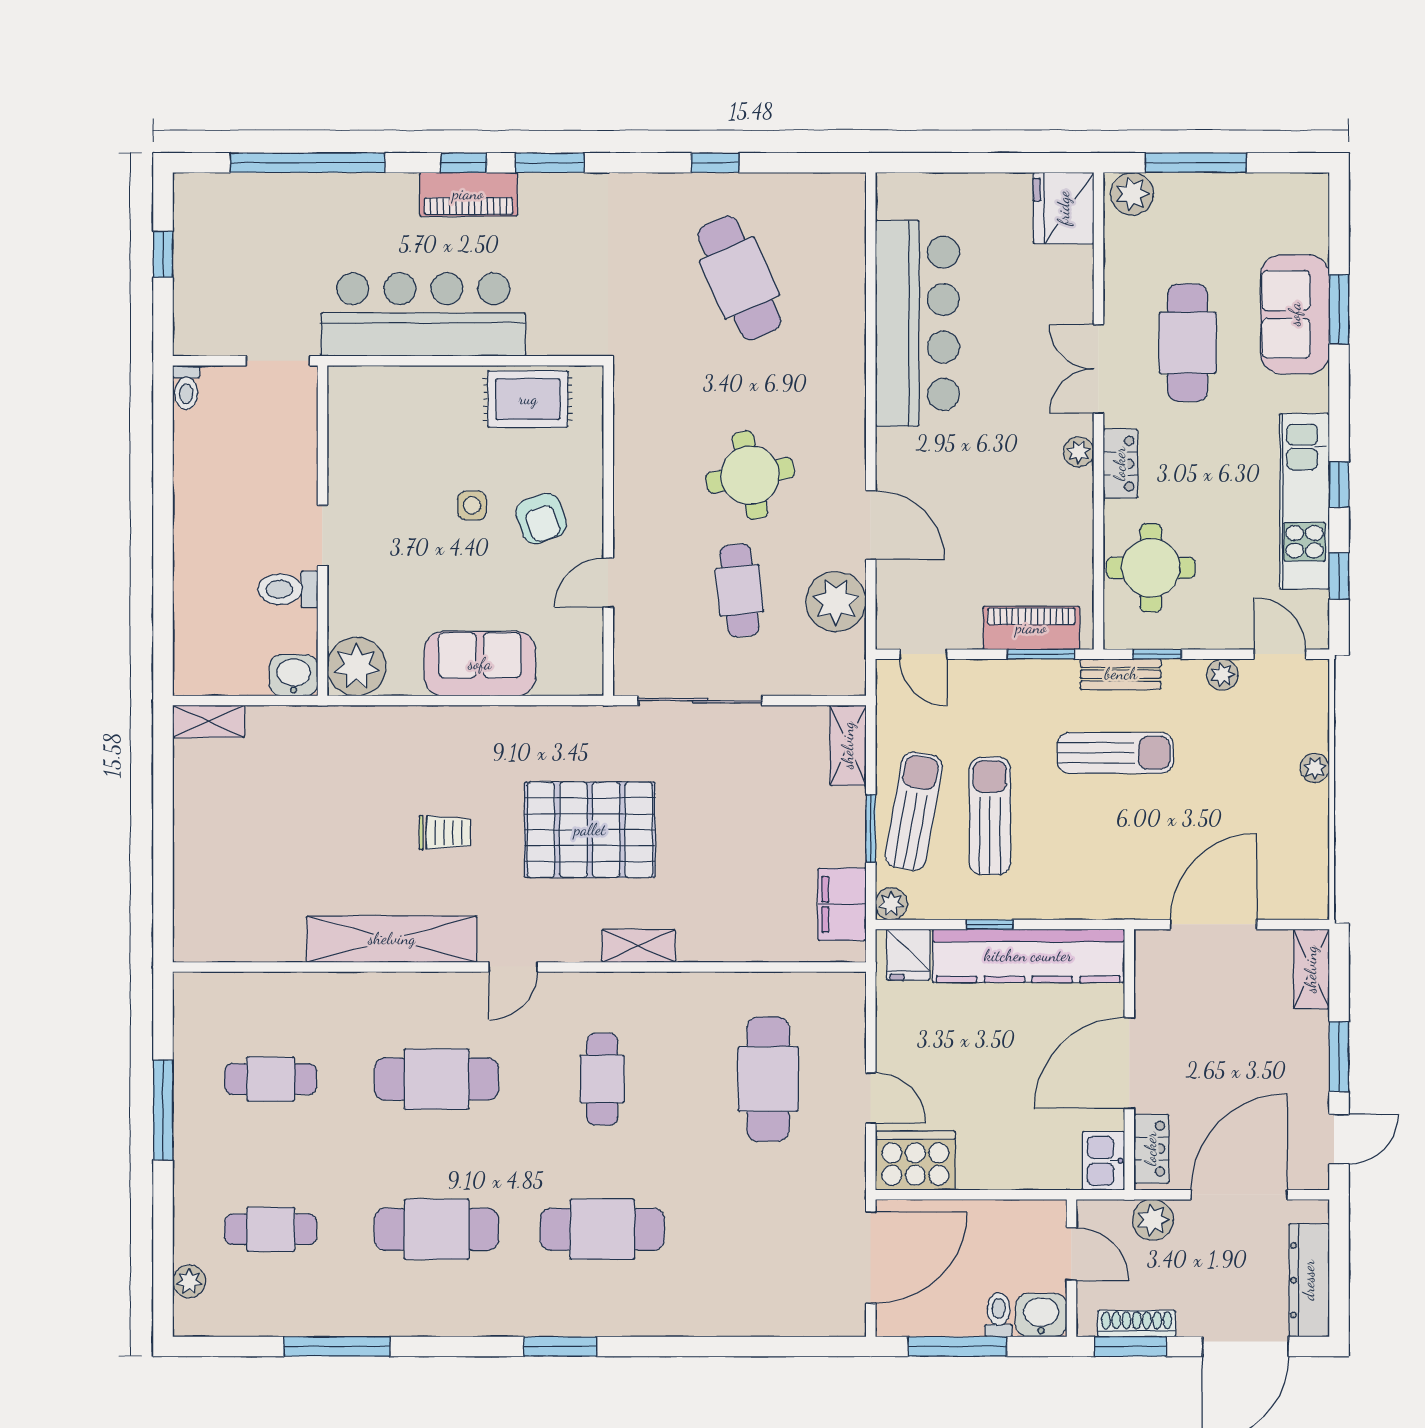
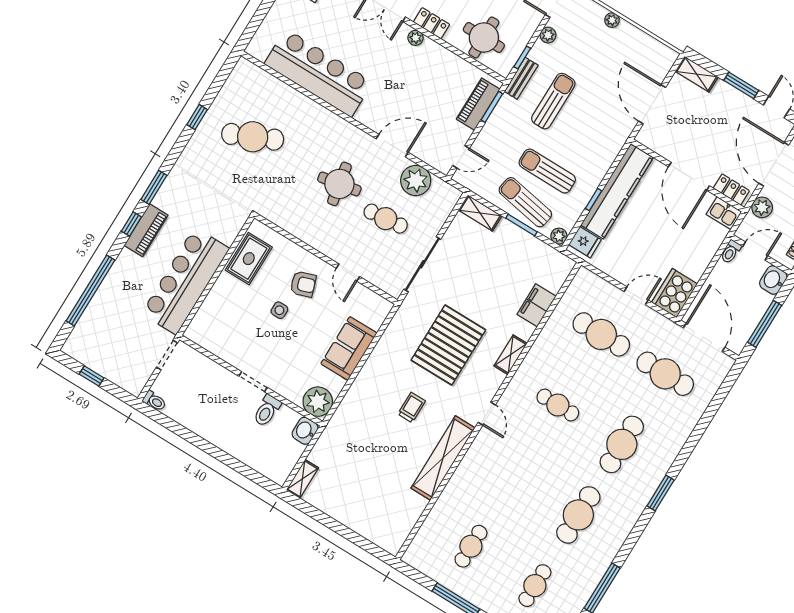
filing cabinet: (842, 904) -> (537, 305), moved, turned 90
cafe table: (436, 1079) -> (665, 374), moved, turned 90
toilet: (999, 1315) -> (731, 252), moved, turned -90

